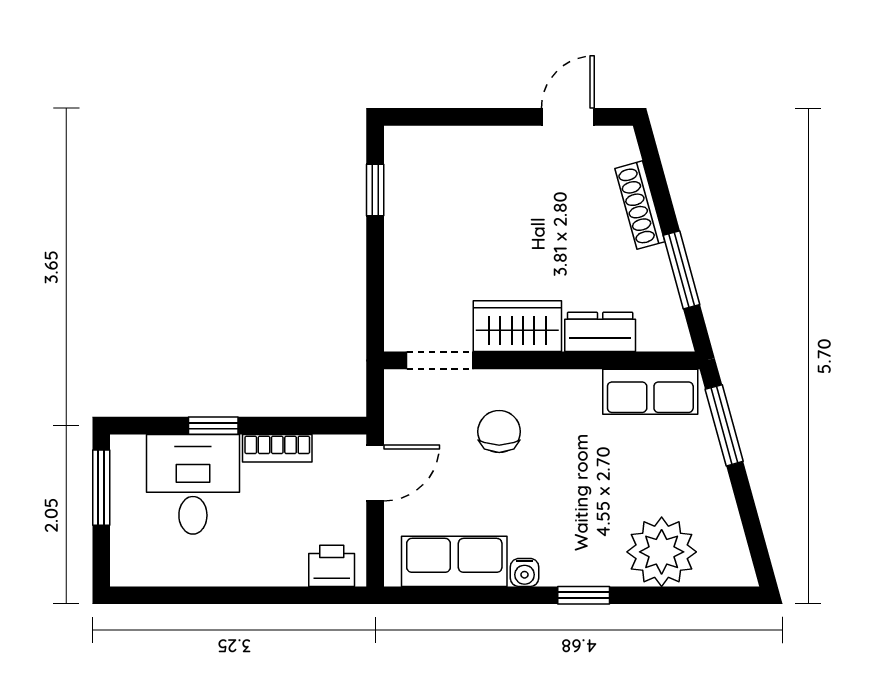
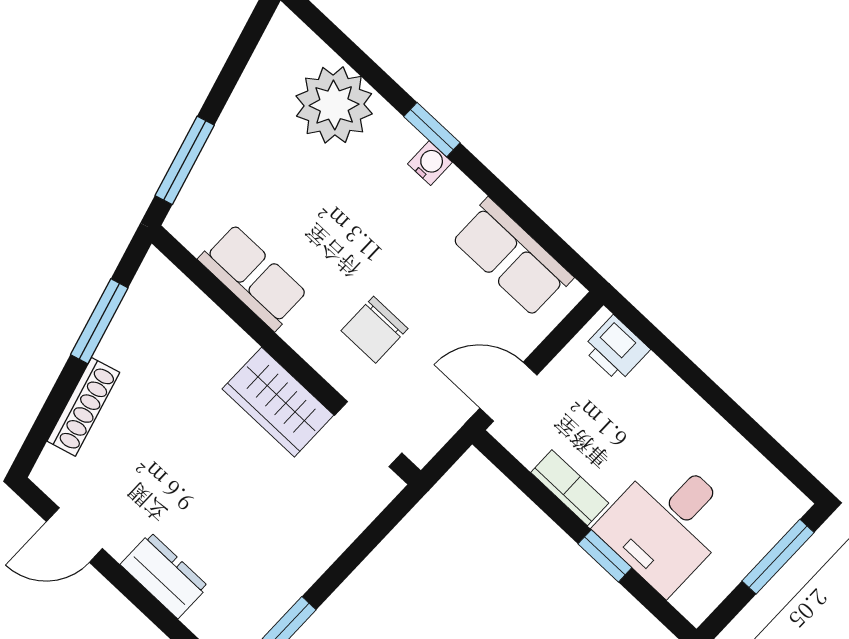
dresser: (600, 332) -> (164, 575), moved, turned 180
row of seats: (650, 392) -> (253, 277), moved
window: (101, 488) -> (778, 557), moved
water cooler: (525, 572) -> (430, 163), moved

